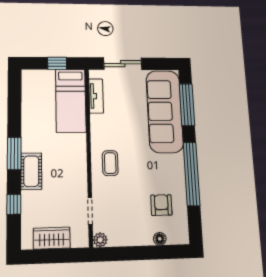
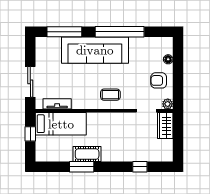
sofa: (165, 111) -> (95, 50), moved
window: (14, 153) -> (82, 167), moved
cot: (31, 171) -> (87, 154), moved
armchair: (161, 205) -> (159, 80), moved
wardrobe: (52, 238) -> (165, 126), moved

